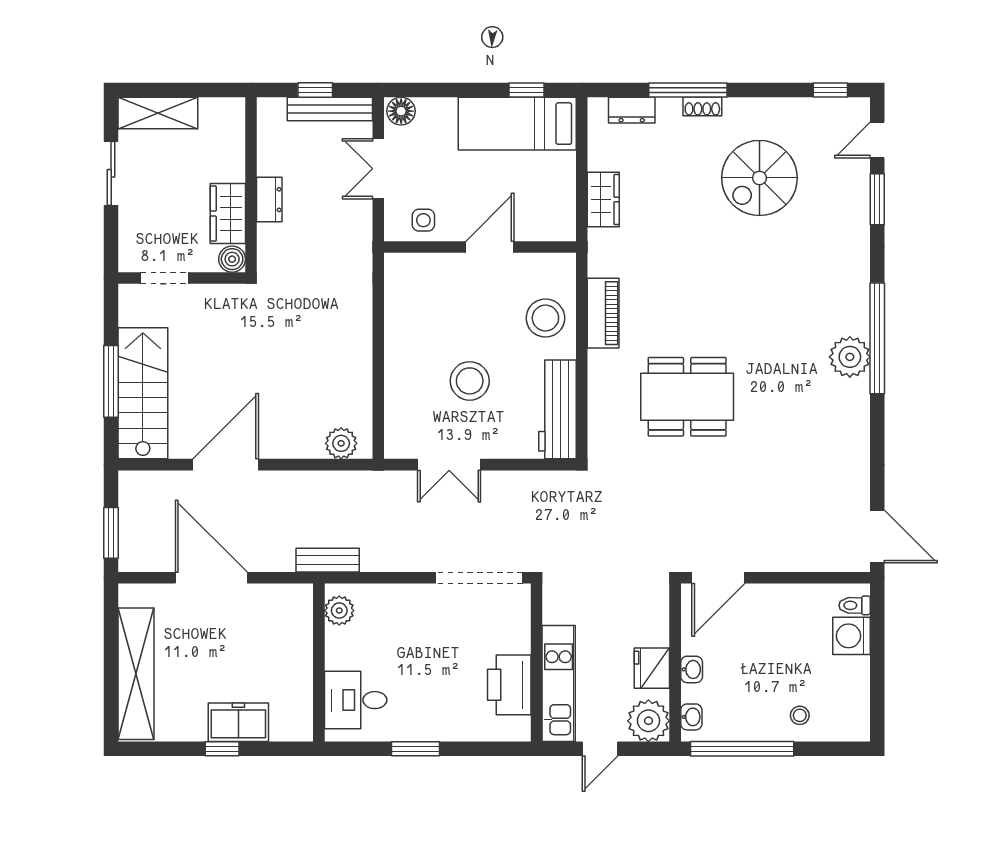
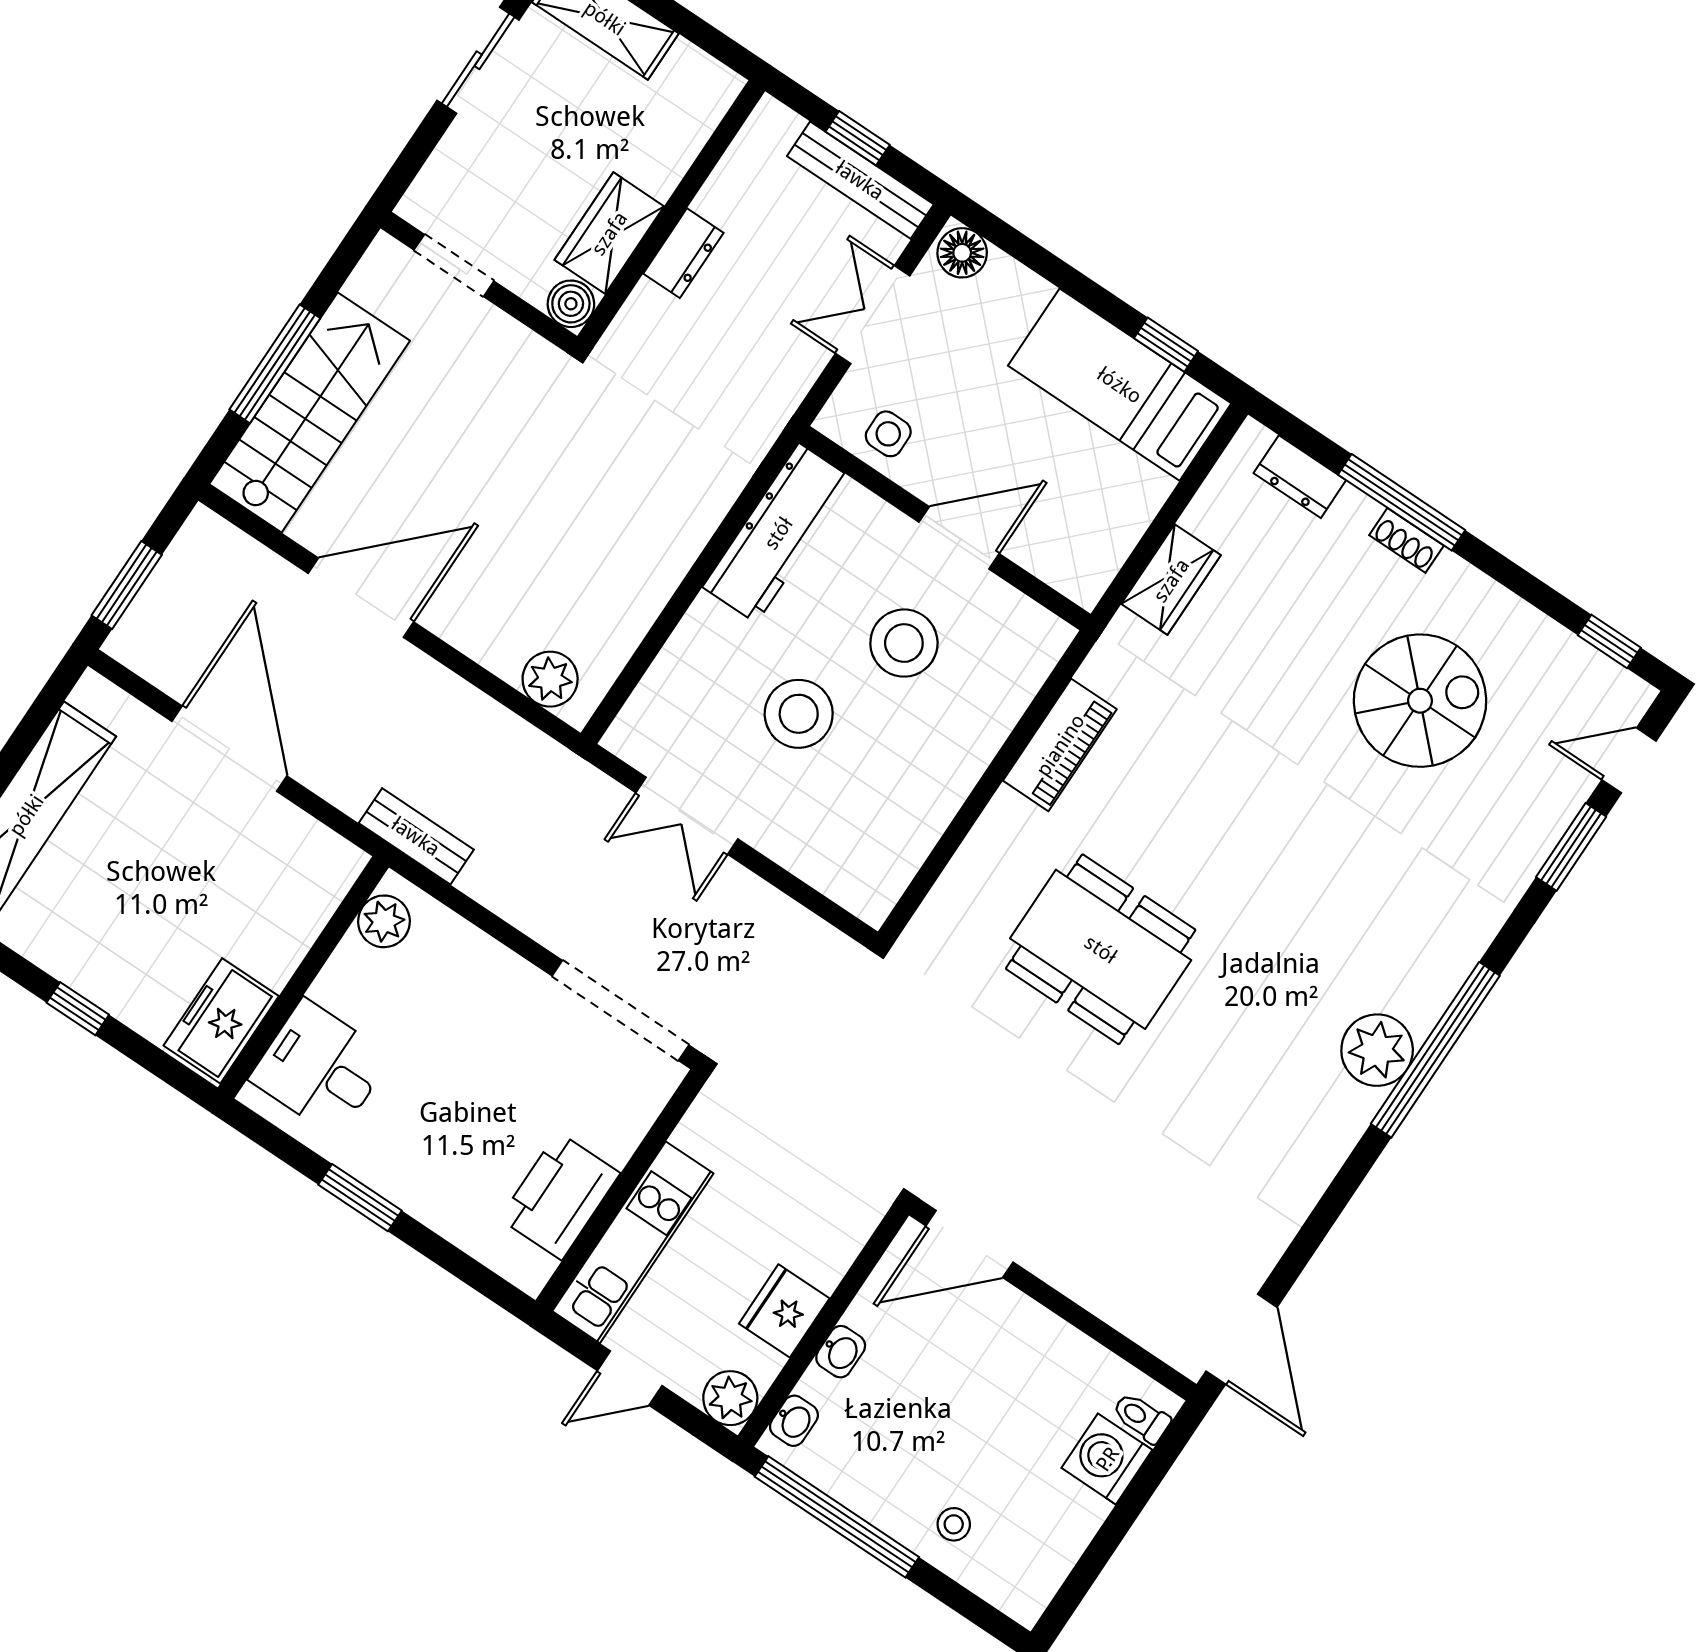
spiral stairs: (759, 178) -> (1420, 701), turned 180
stool: (545, 318) -> (904, 643), moved
workbench: (558, 409) -> (778, 533), moved, turned 180
plant: (648, 721) -> (730, 1398), width x0.73, depth x0.73
freezer: (238, 722) -> (221, 1021), moved, turned -90

